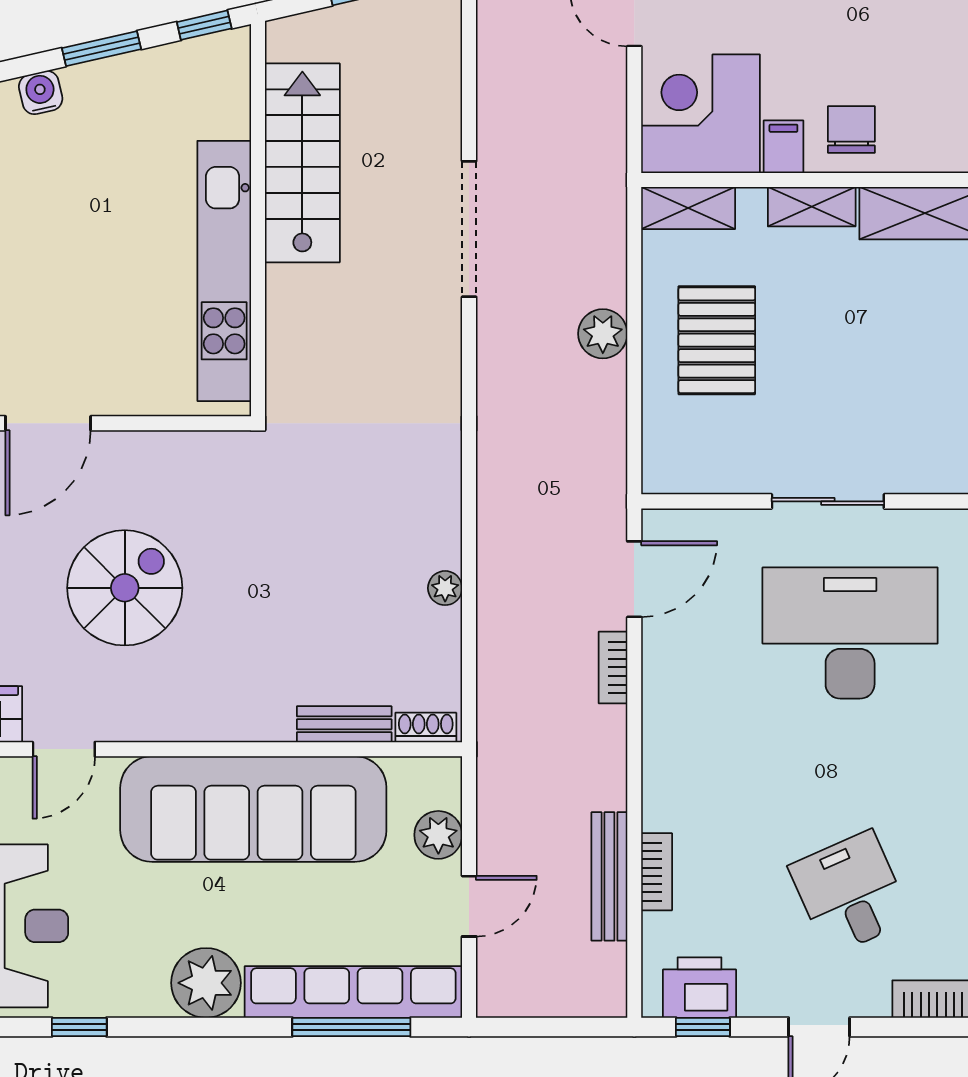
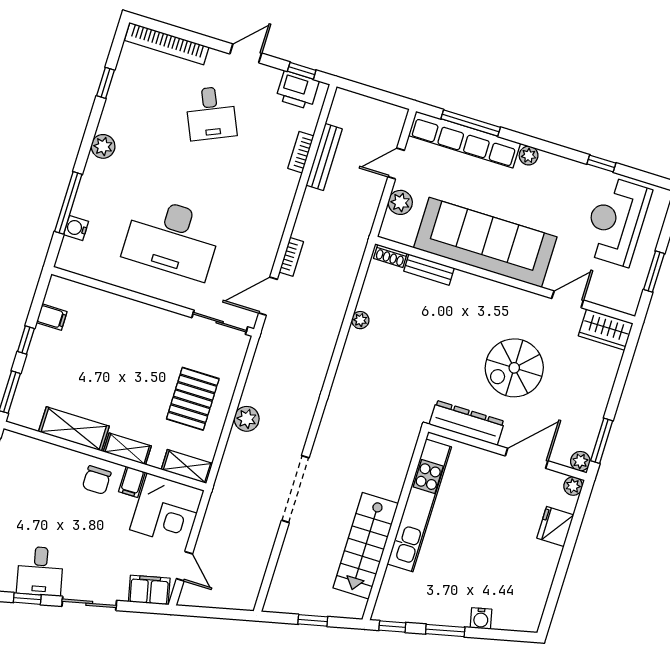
dresser: (182, 456) -> (467, 423), added
sliding door: (828, 501) -> (220, 322), moved
plant: (206, 983) -> (529, 156), width x0.53, depth x0.53

